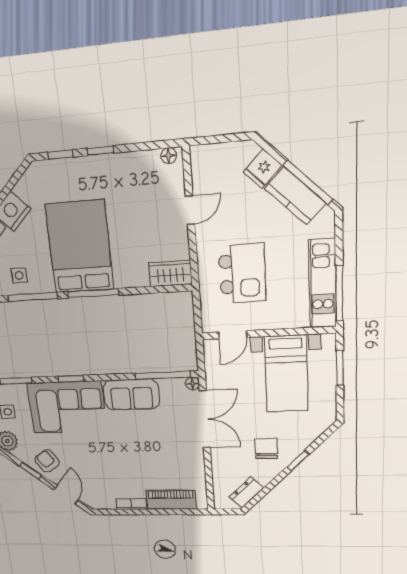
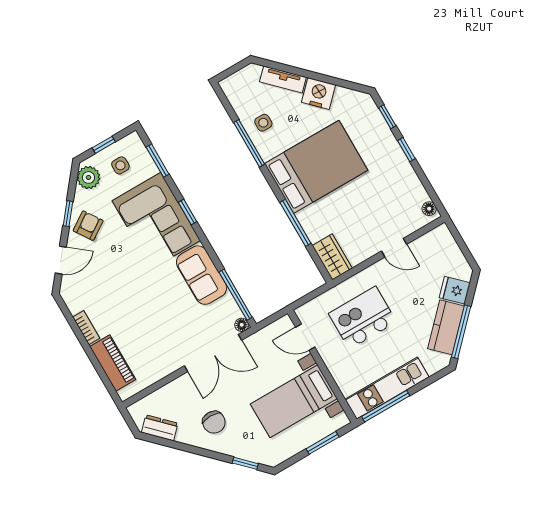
kitchen island: (242, 274) -> (363, 318), turned 180
window: (93, 293) -> (295, 223), moved
chair: (266, 449) -> (214, 422), turned 90
window: (298, 461) -> (245, 463), moved

